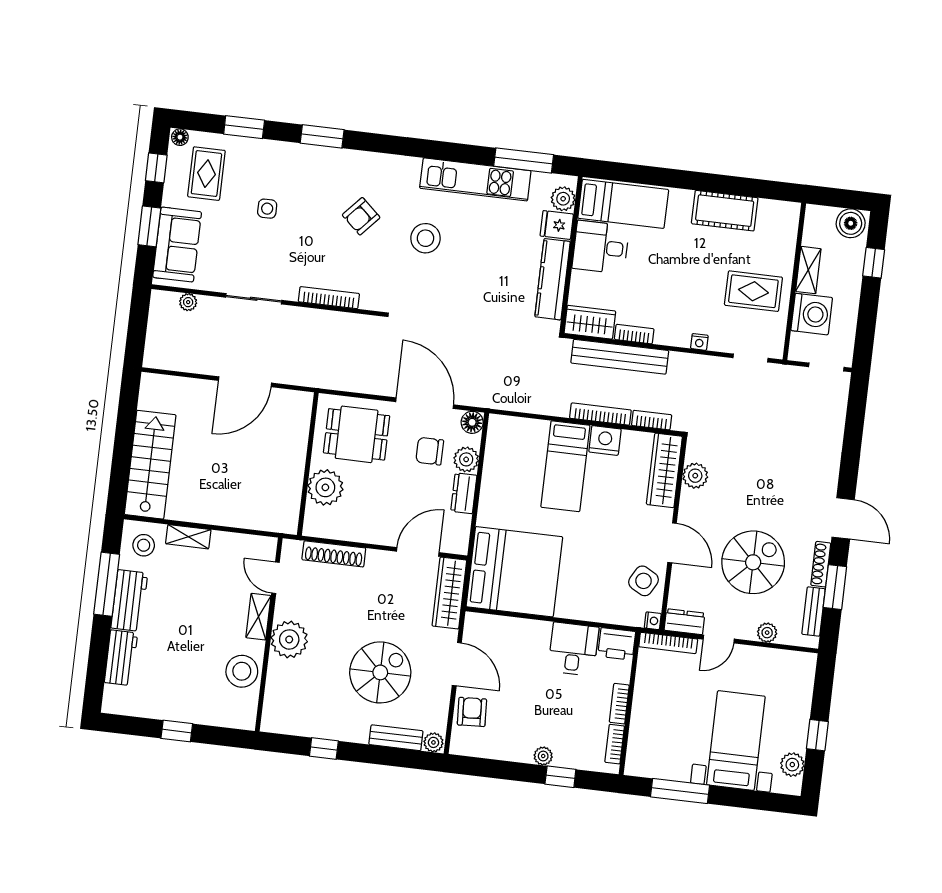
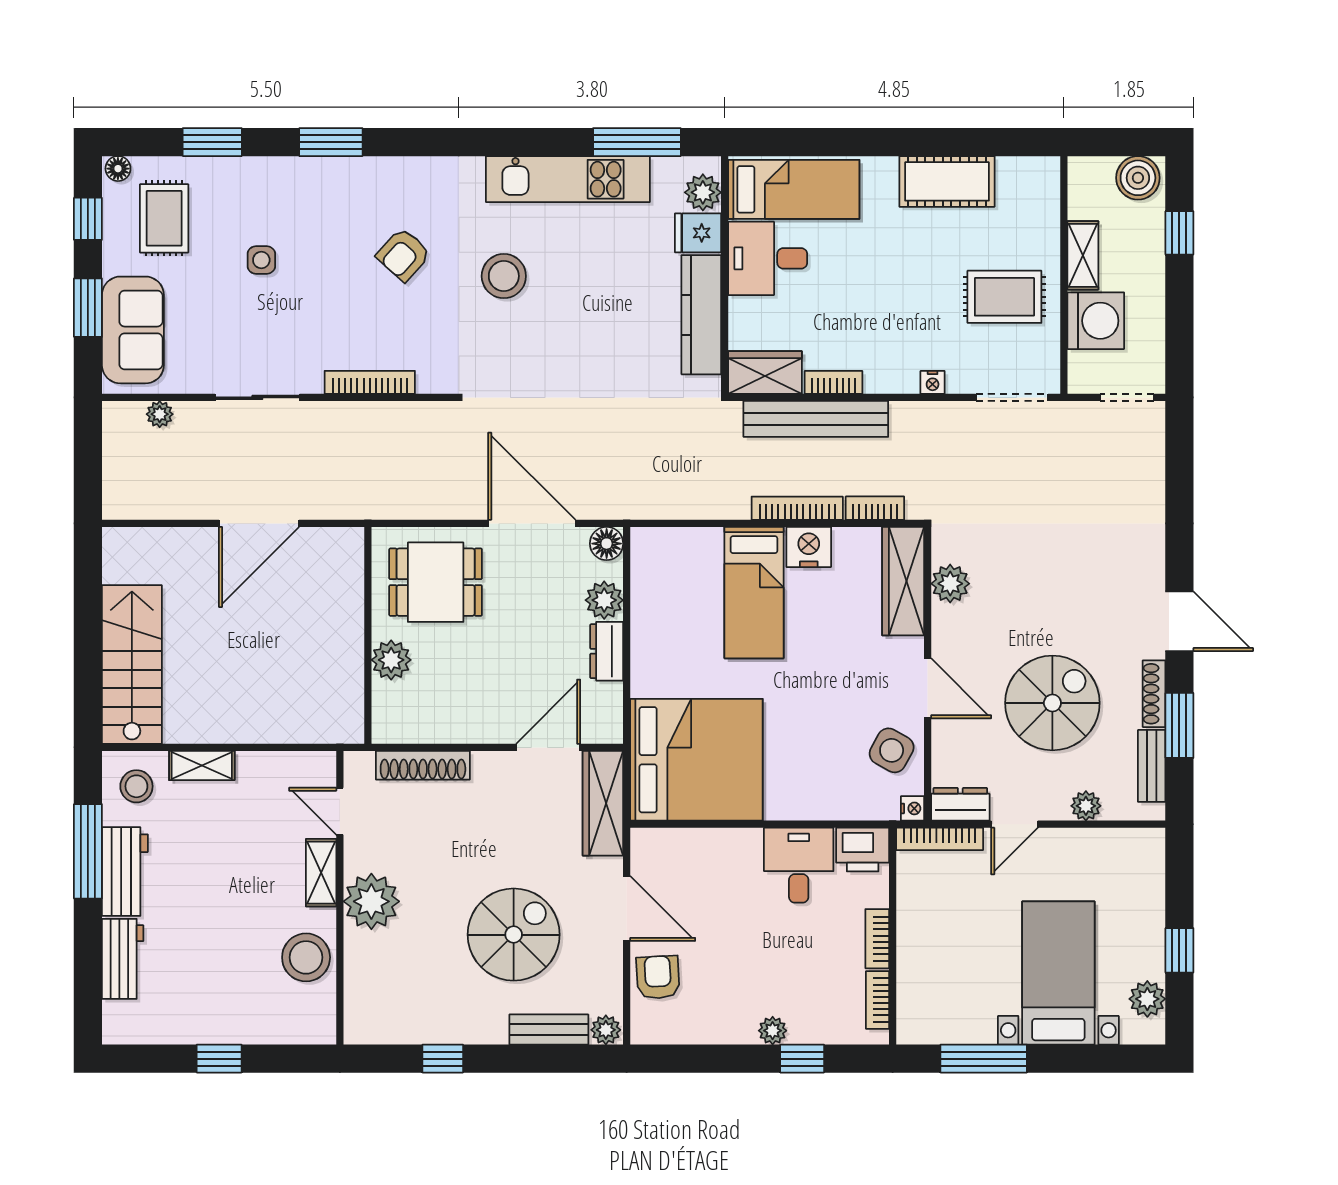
doorway: (750, 358) -> (1012, 397), width x1.38
chair: (430, 451) -> (548, 594), removed
plant: (325, 487) -> (391, 660), width x0.73, depth x0.73

